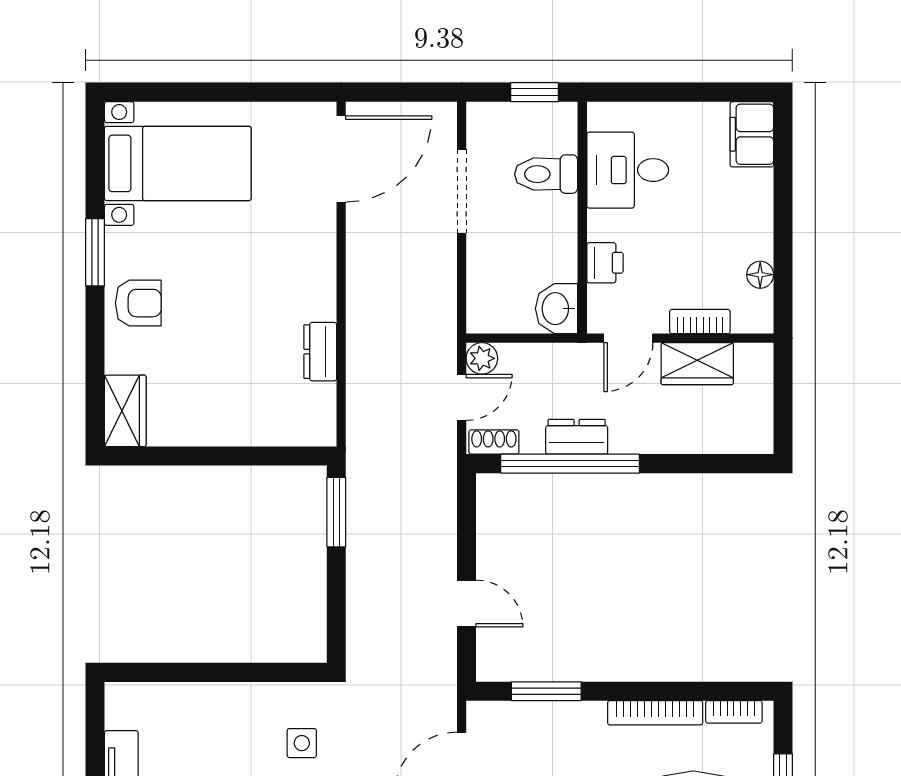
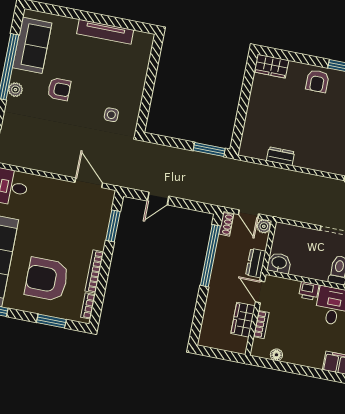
printer: (605, 263) -> (309, 291), moved
dresser: (577, 437) -> (256, 263), moved, turned 180

